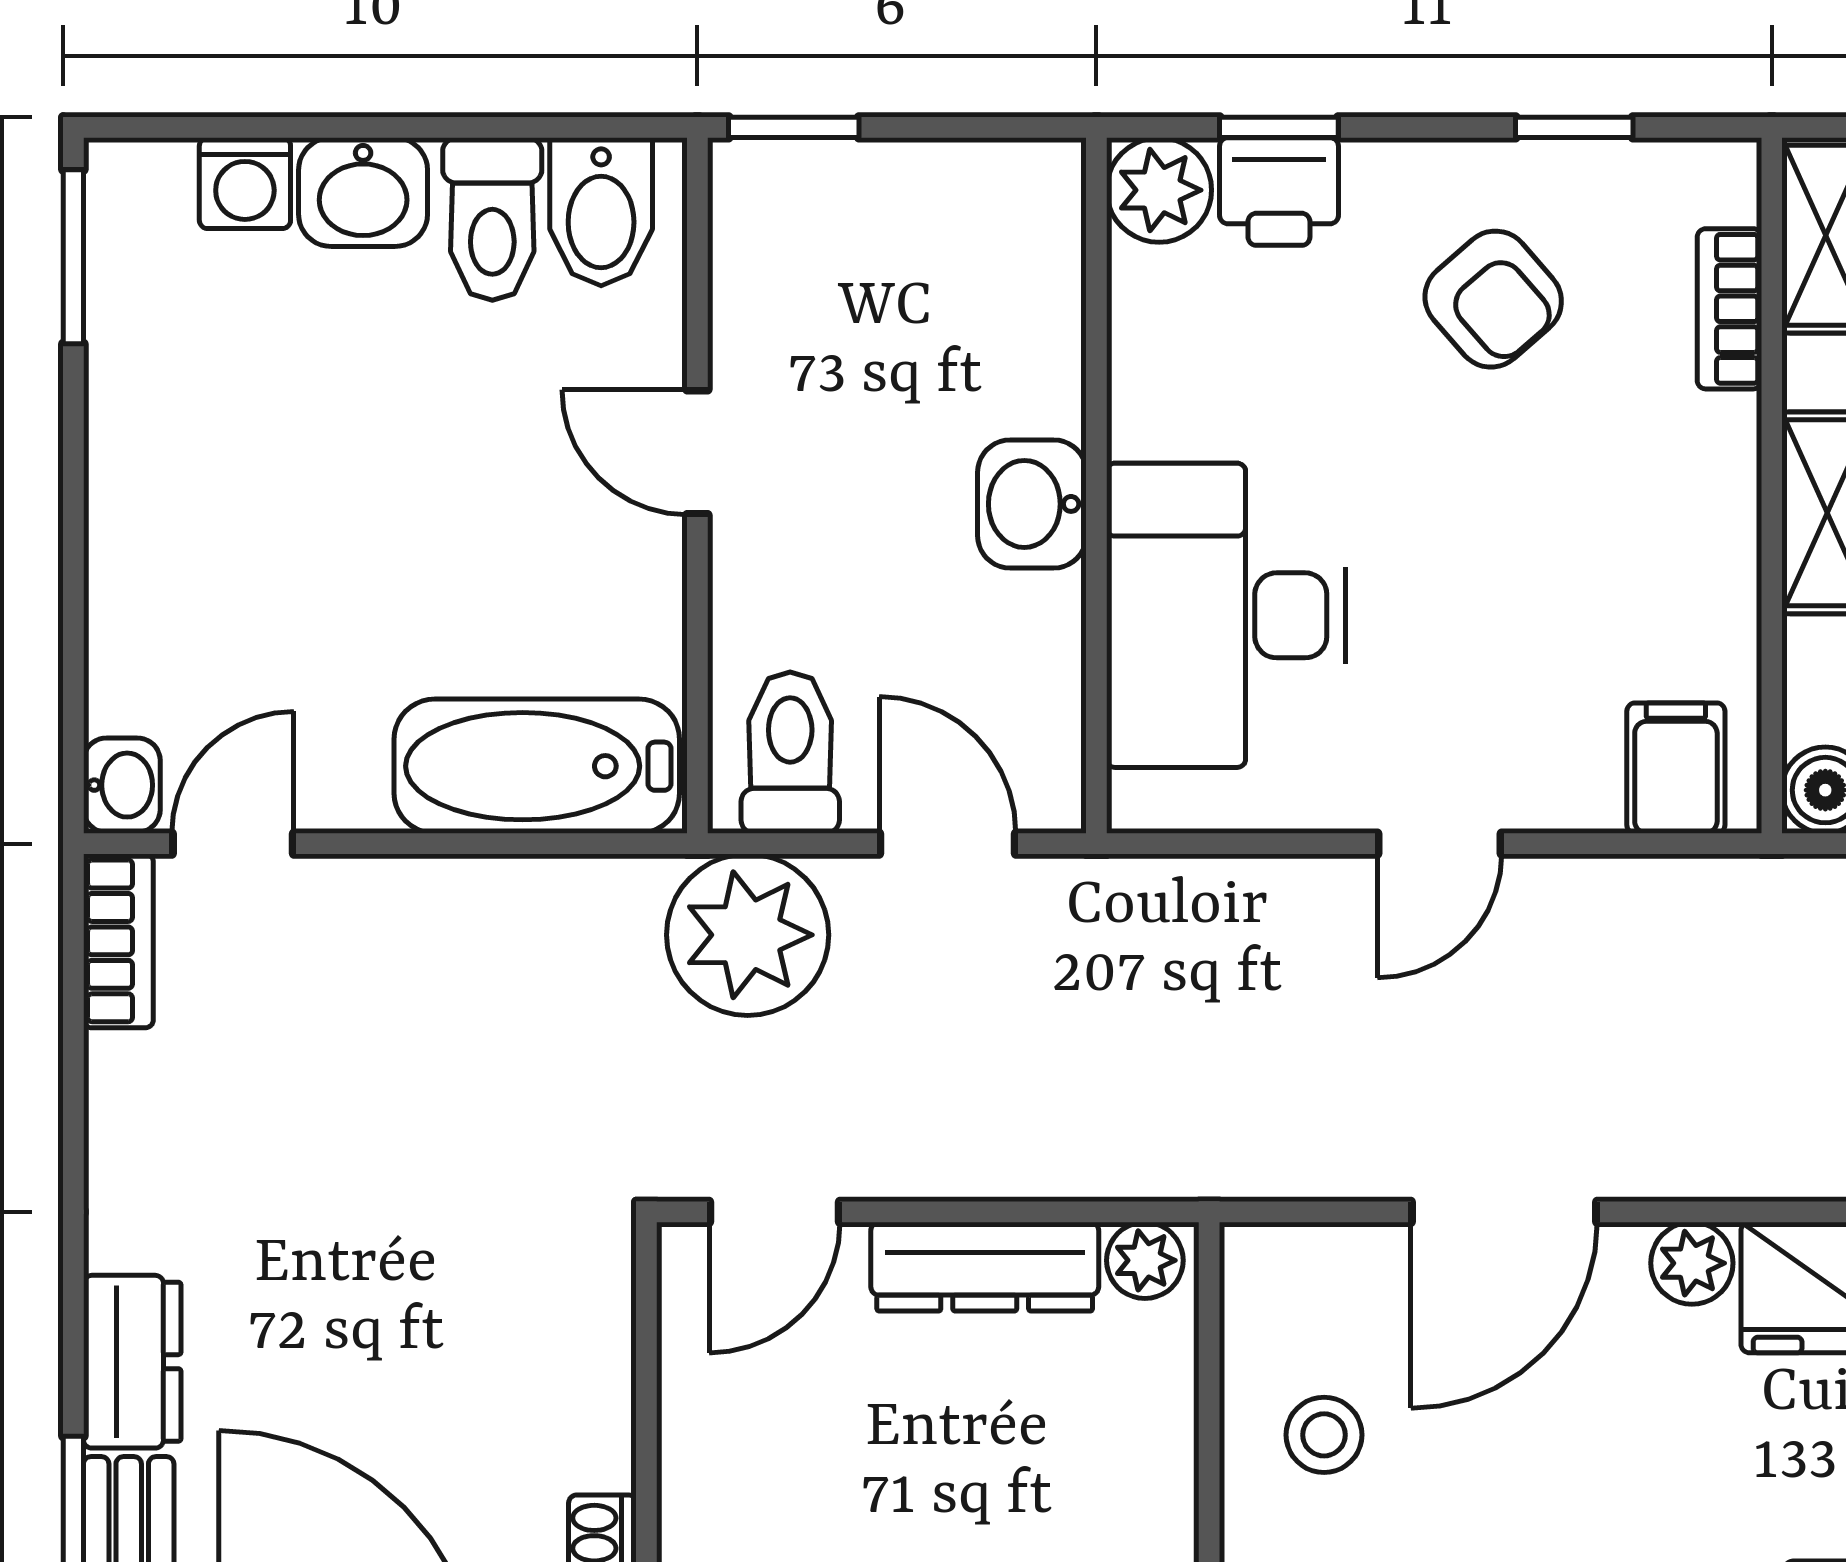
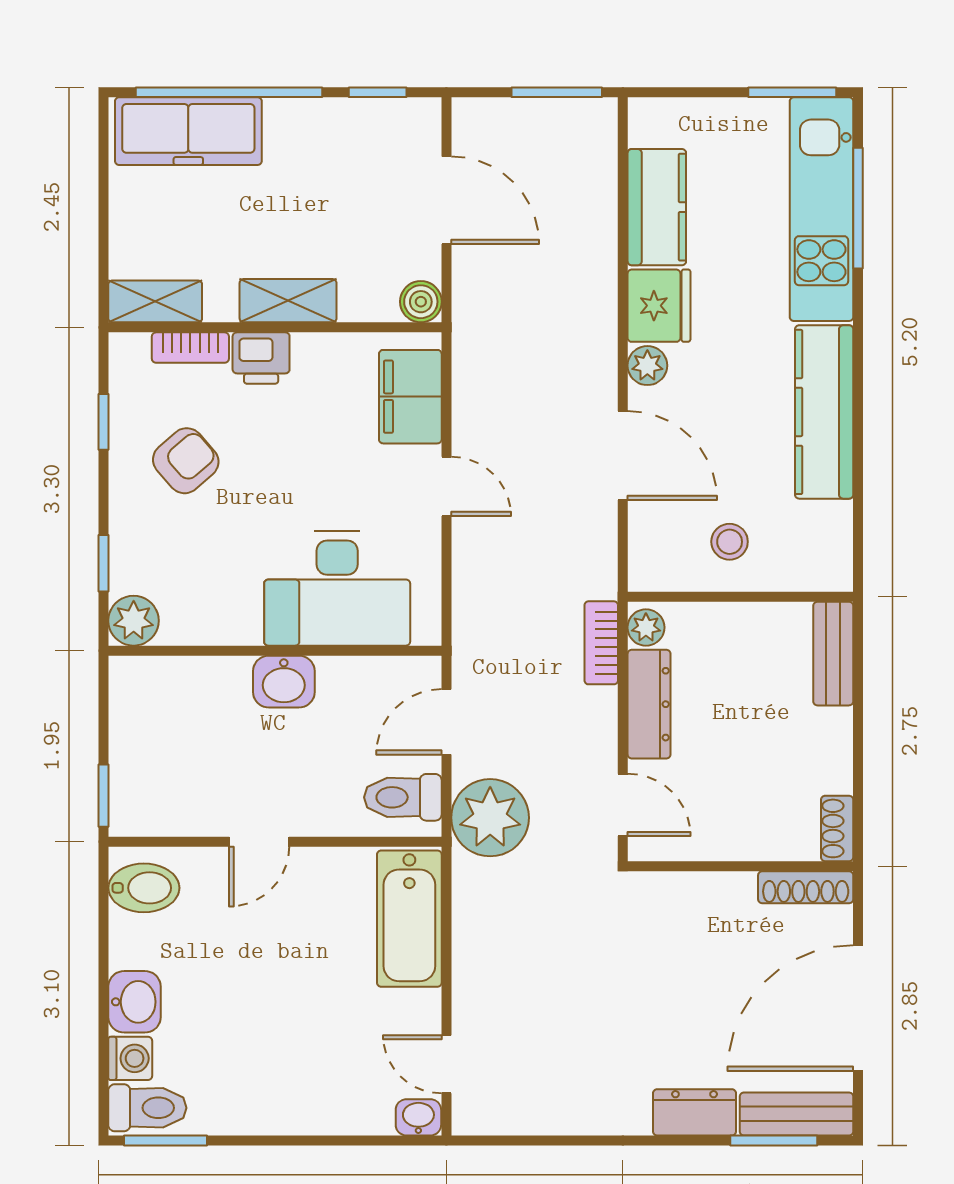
printer: (1279, 192) -> (261, 358), moved, turned 90
toilet: (492, 219) -> (147, 1108), moved
filing cabinet: (1676, 768) -> (410, 397), width x2.00
bookcase: (118, 941) -> (601, 643), moved, turned -90

